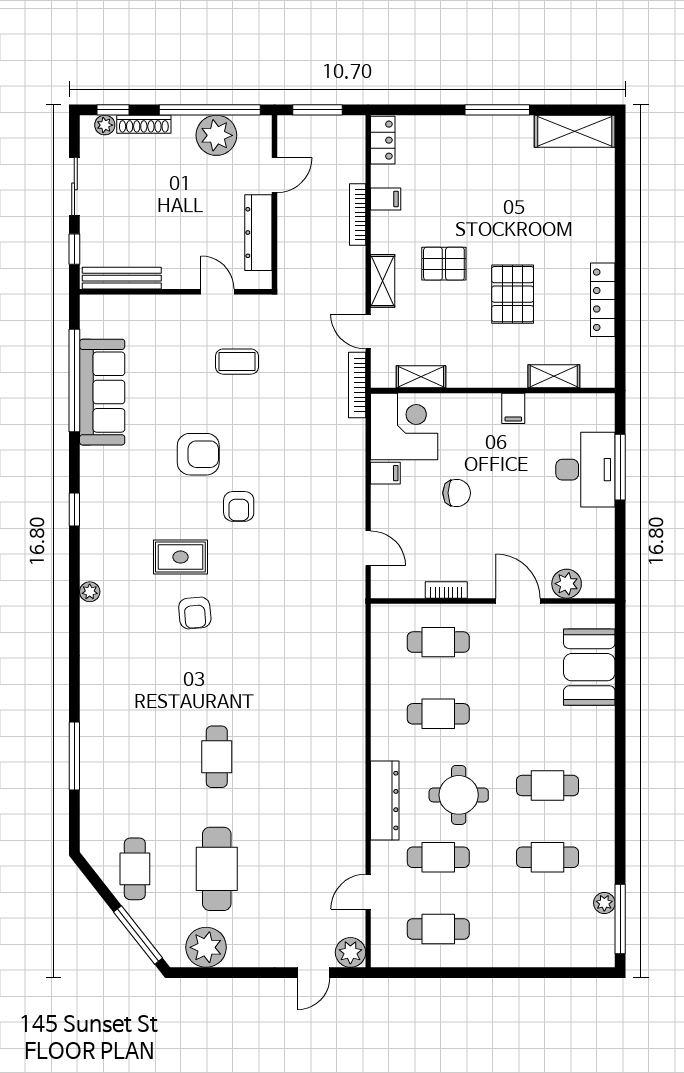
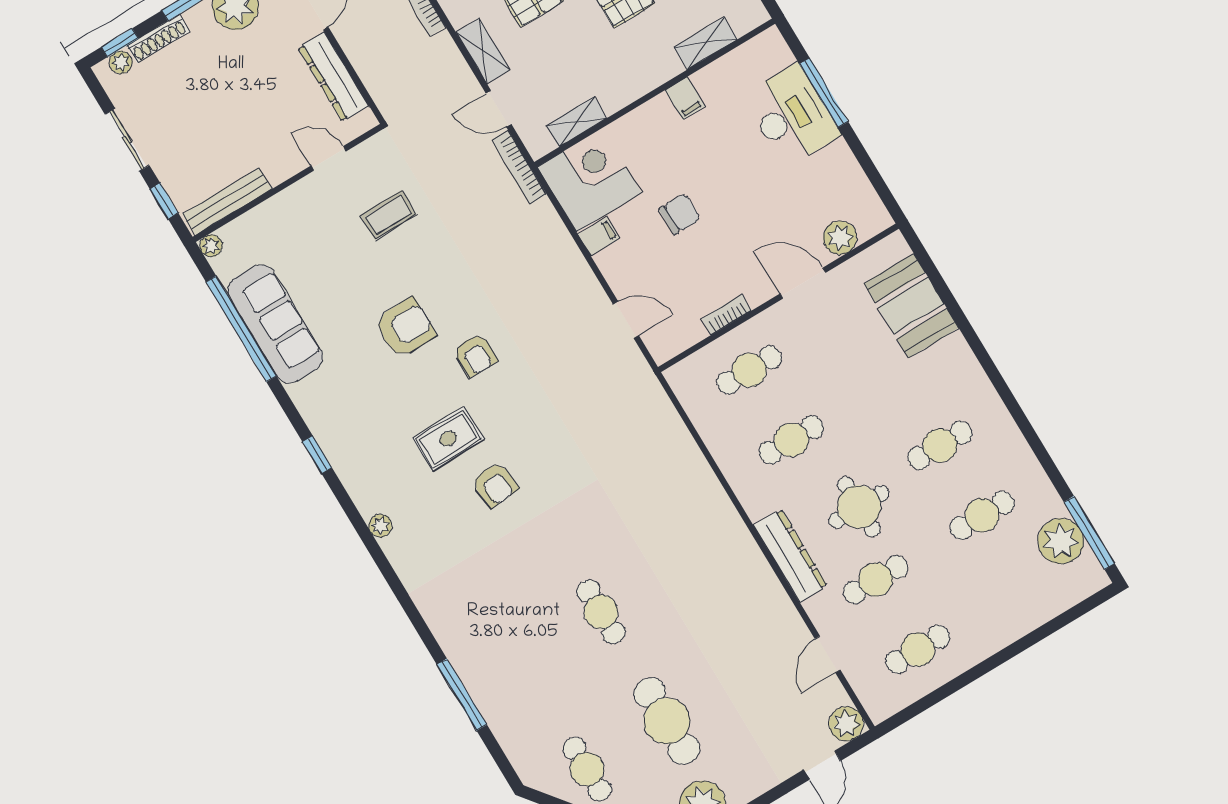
plant: (89, 304) -> (211, 246), added
plant: (604, 903) -> (1061, 541), width x1.87, depth x1.87

